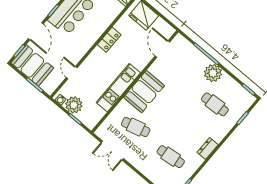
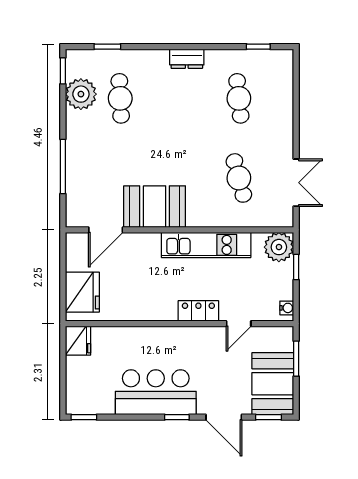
door: (36, 31) -> (224, 417), swing flipped
locker: (109, 40) -> (198, 311), moved
plant: (213, 73) -> (81, 94), moved
booth: (144, 92) -> (155, 207), moved
plant: (74, 105) -> (279, 247), moved

